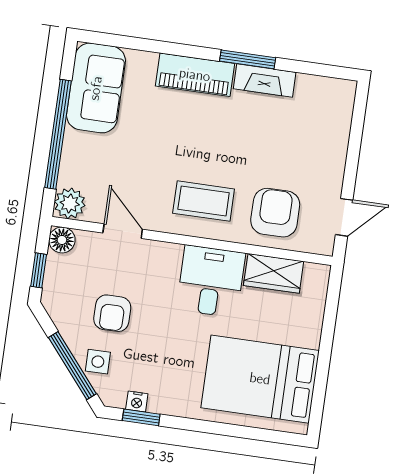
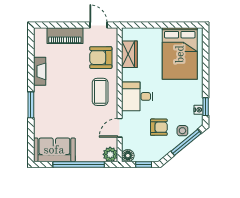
window: (248, 59) -> (31, 105), moved
piano: (195, 75) -> (65, 36), moved, turned 90
desk: (211, 281) -> (137, 96), moved

